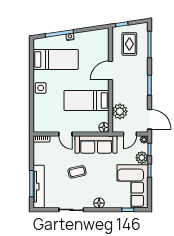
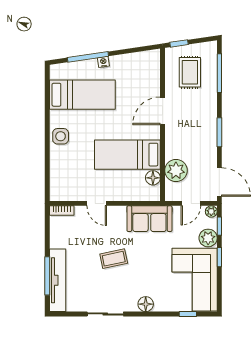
floor lamp: (104, 127) -> (153, 178), moved
sofa: (96, 144) -> (149, 219), width x0.73

